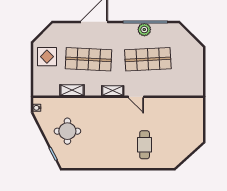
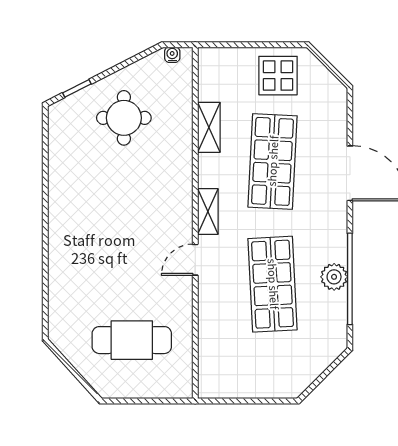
cafe table: (145, 145) -> (132, 340), moved, width x1.37, depth x1.35

